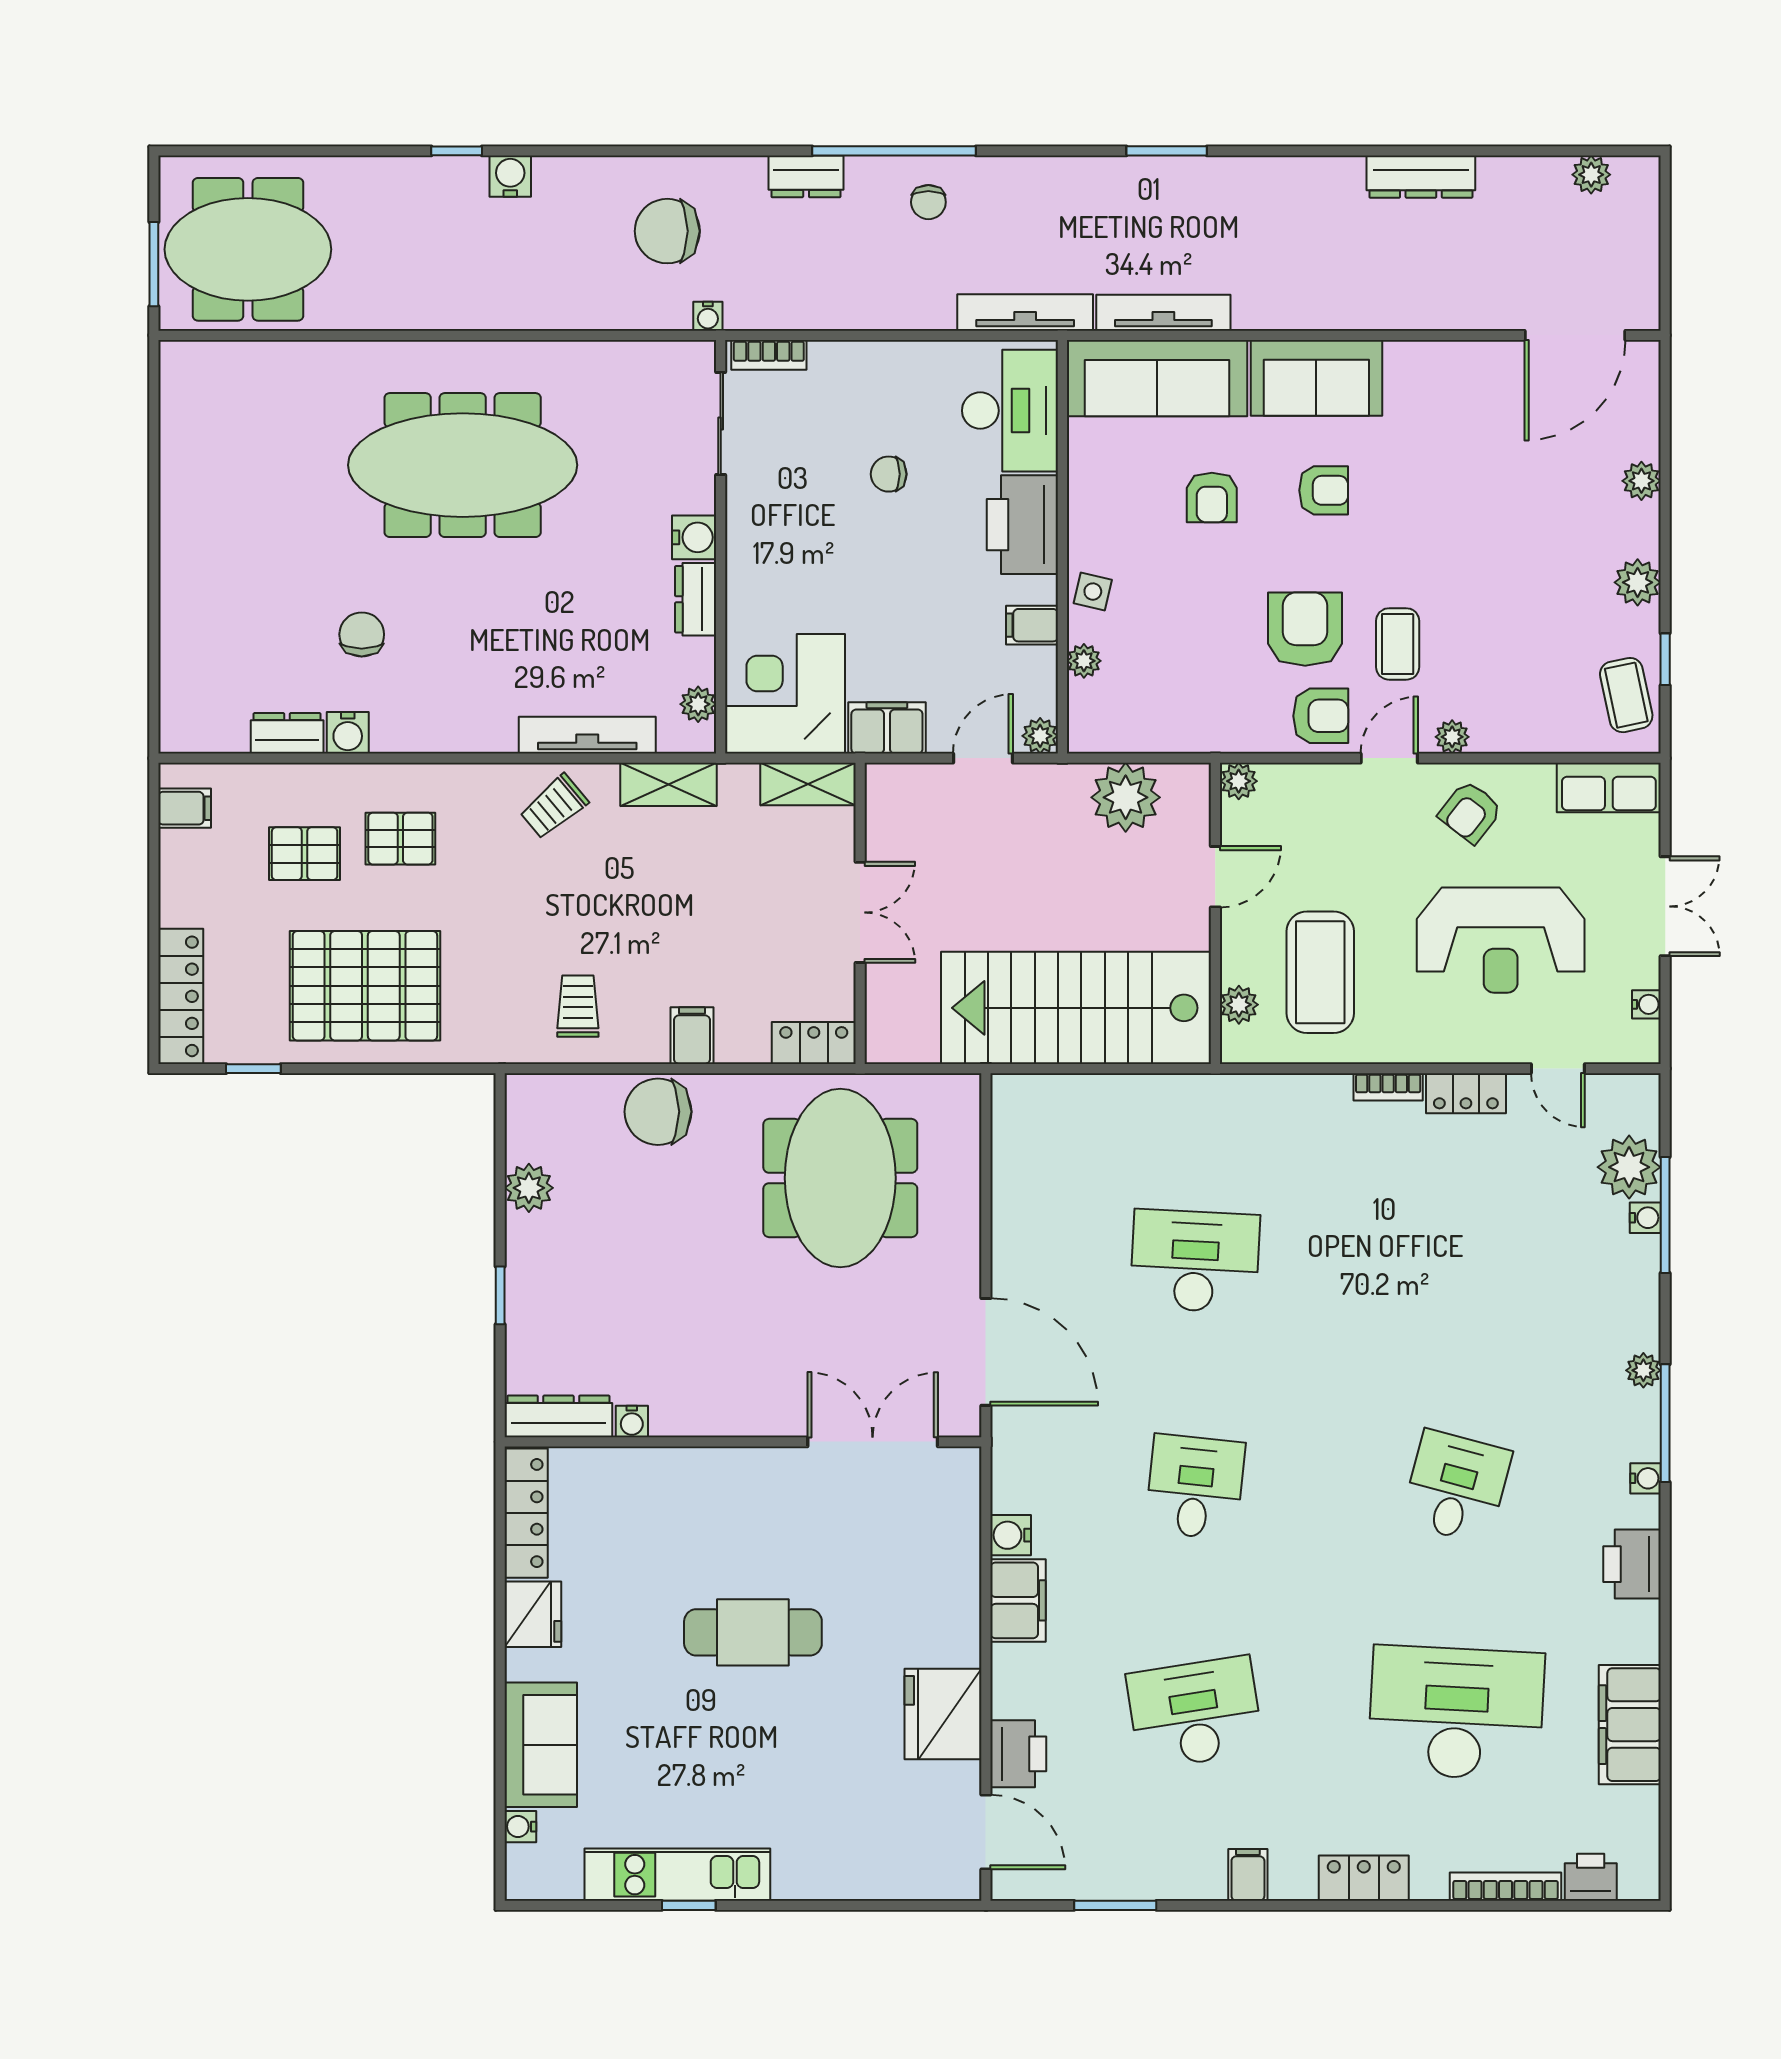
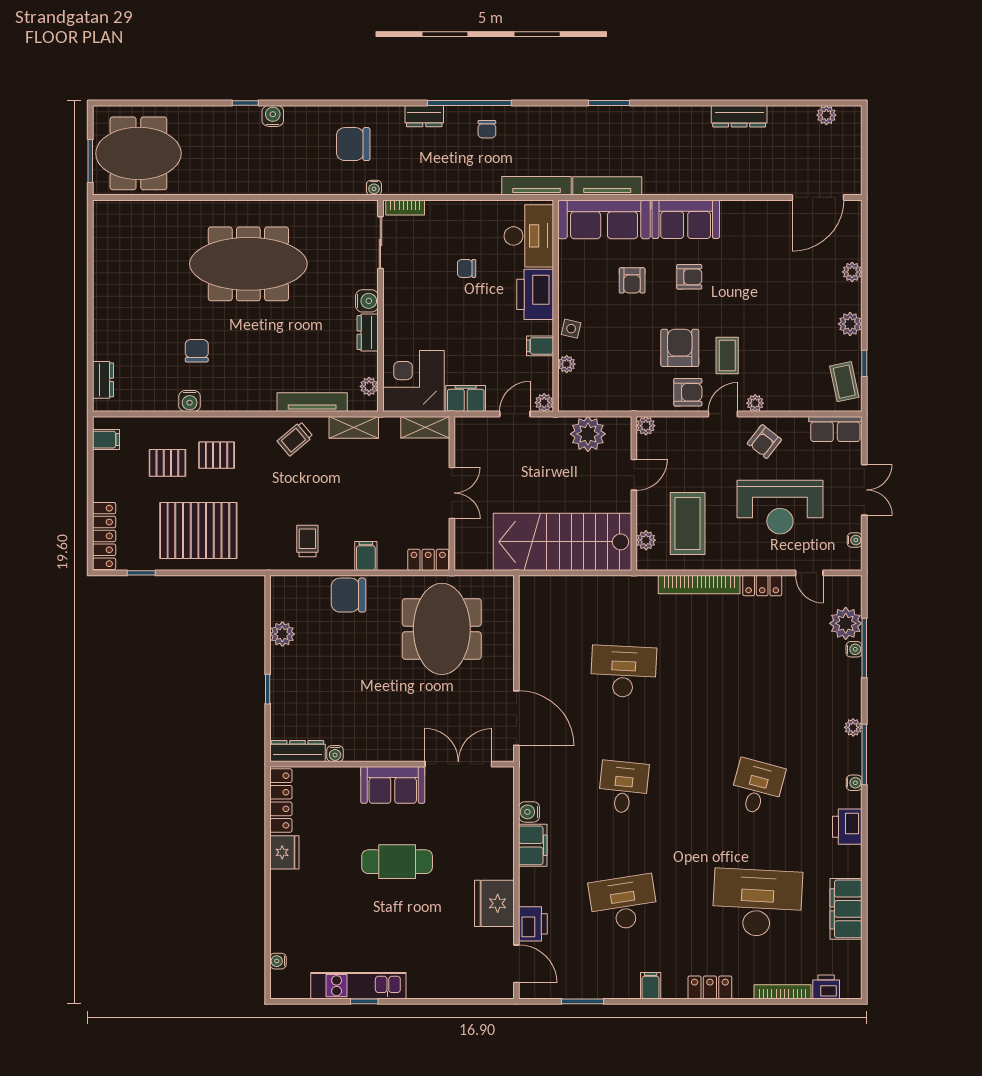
dresser: (287, 733) -> (103, 380), moved, turned 90
bookcase: (1388, 1087) -> (699, 584), width x2.31, depth x1.31
sofa: (541, 1745) -> (393, 785), moved, turned 90

